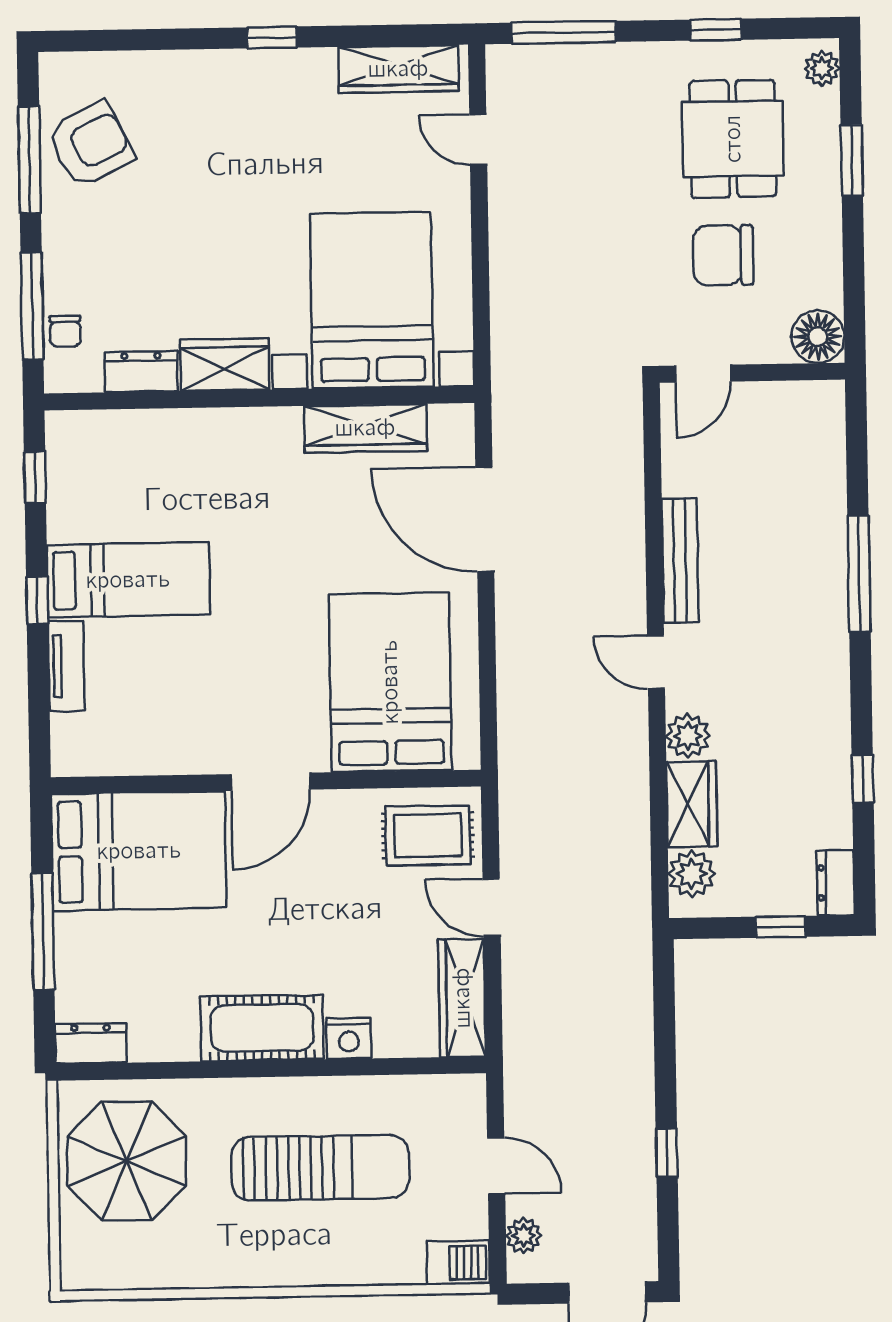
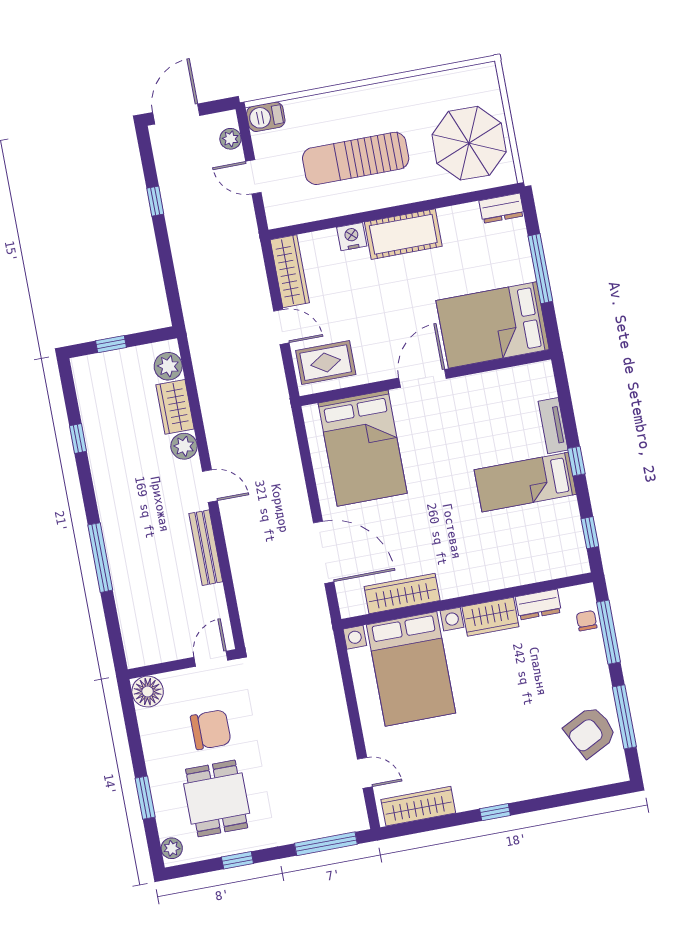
dresser: (836, 883) -> (83, 375), removed

